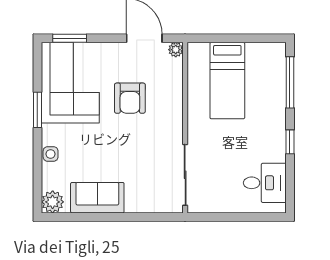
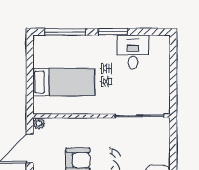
window: (290, 142) -> (113, 32), width x1.50
desk: (265, 183) -> (133, 52), moved

